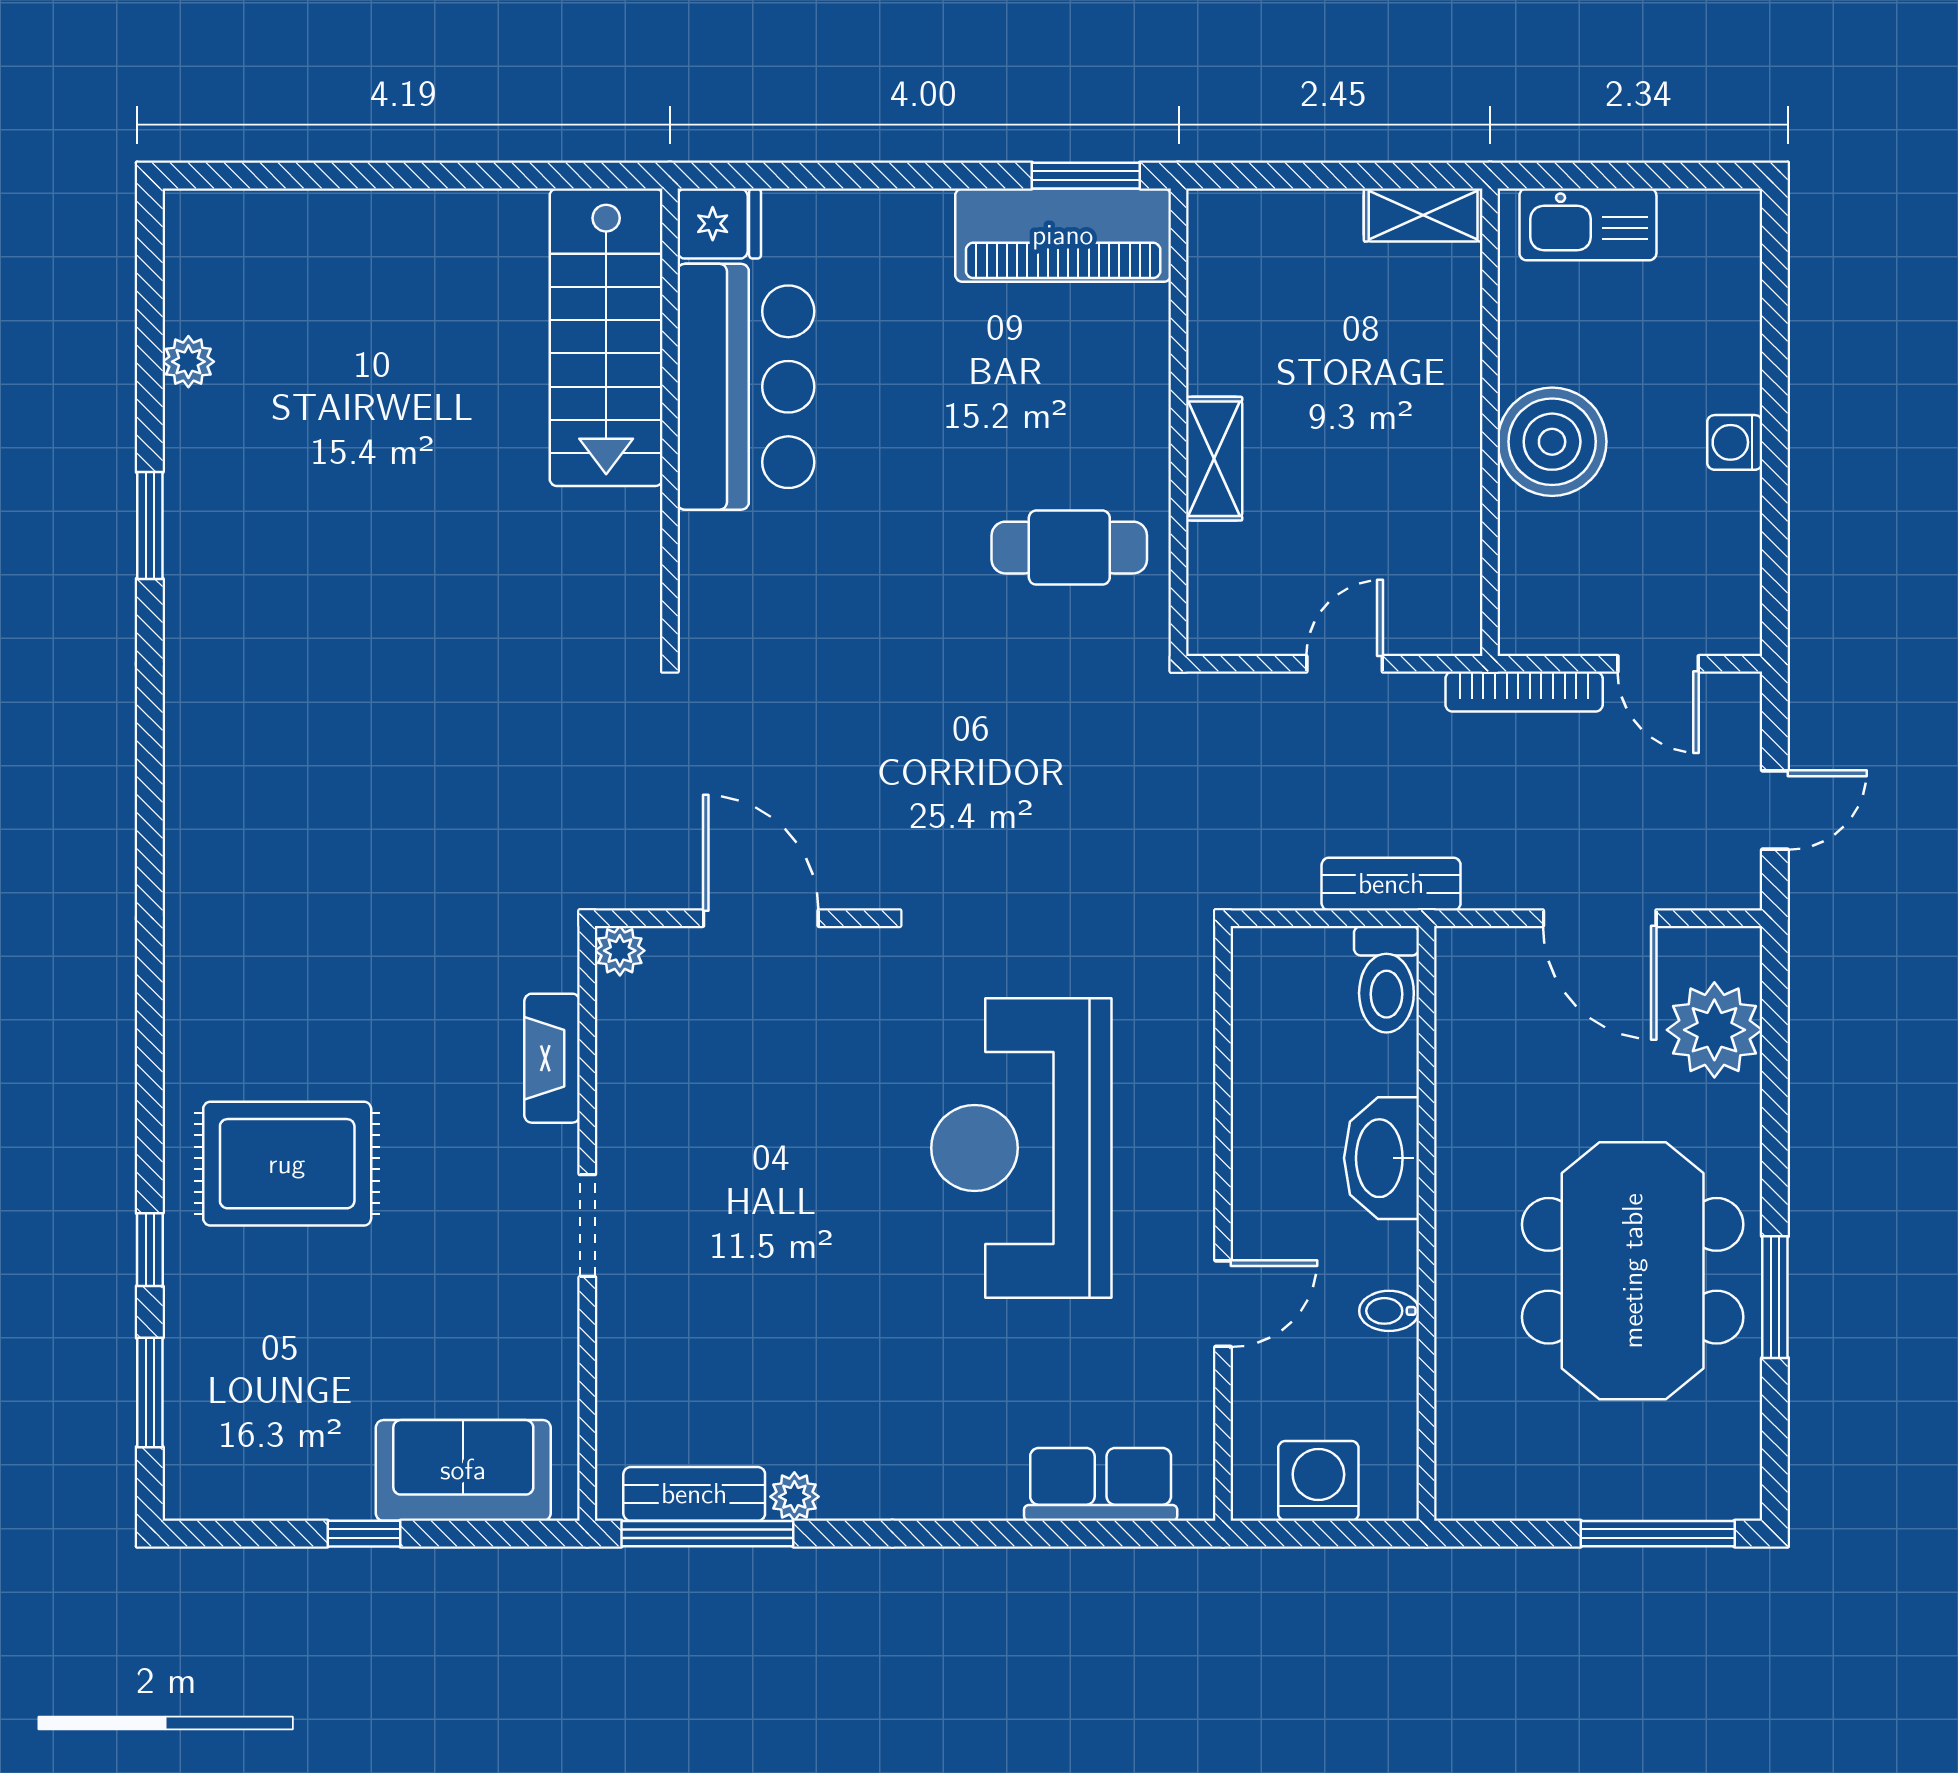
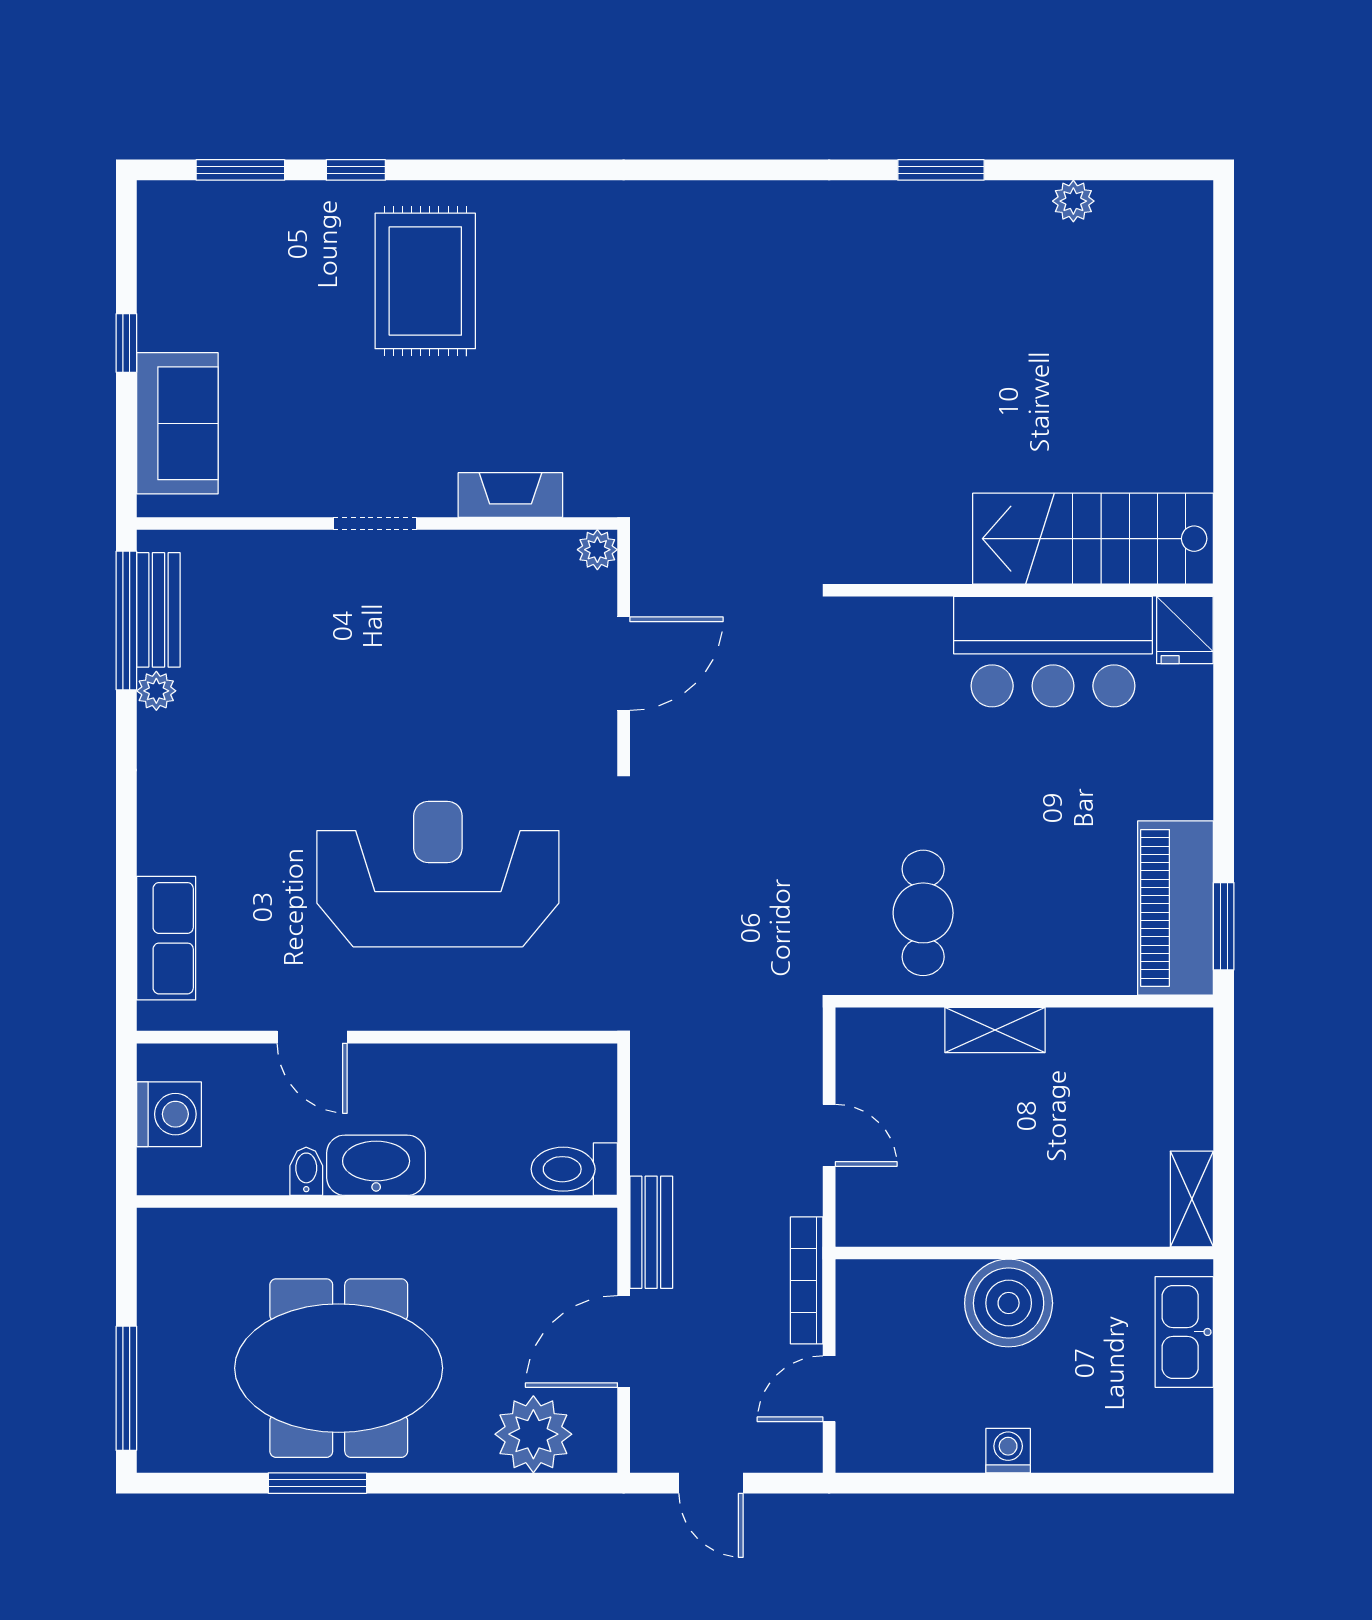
bench: (1391, 884) -> (651, 1232), moved
washbasin: (1382, 1158) -> (376, 1165), moved

